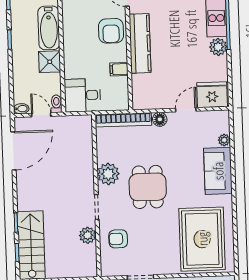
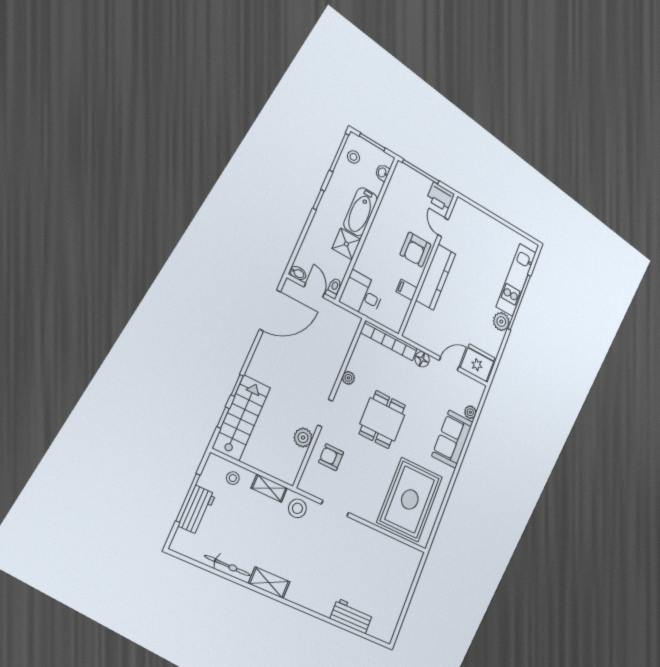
plant: (108, 174) -> (348, 378), width x0.53, depth x0.53

